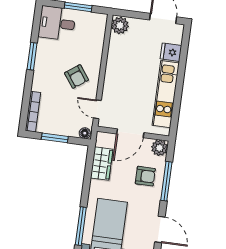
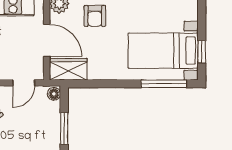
wardrobe: (102, 164) -> (68, 69), moved
armchair: (145, 176) -> (95, 16), turned 180

